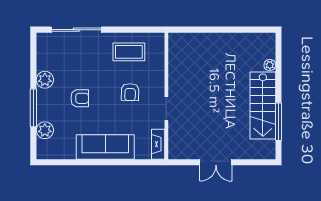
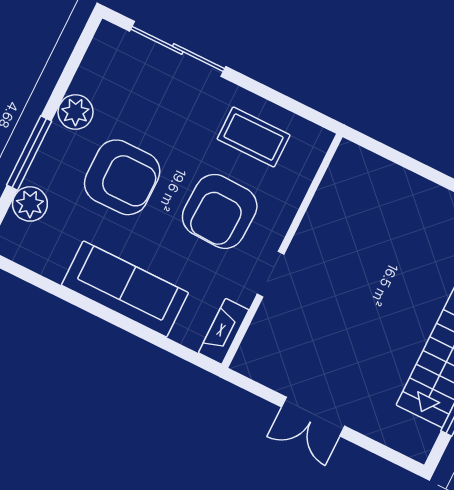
armchair: (130, 92) -> (220, 211), width x1.88, depth x1.88
armchair: (80, 98) -> (122, 177), width x1.88, depth x1.88

